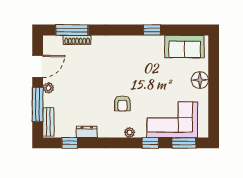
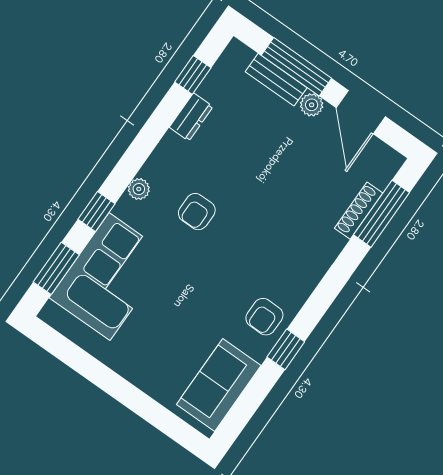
armchair: (145, 48) -> (264, 317), added
floor lamp: (200, 80) -> (144, 371), removed
armchair: (122, 103) -> (197, 212), turned -90
bench: (48, 122) -> (276, 80), moved

